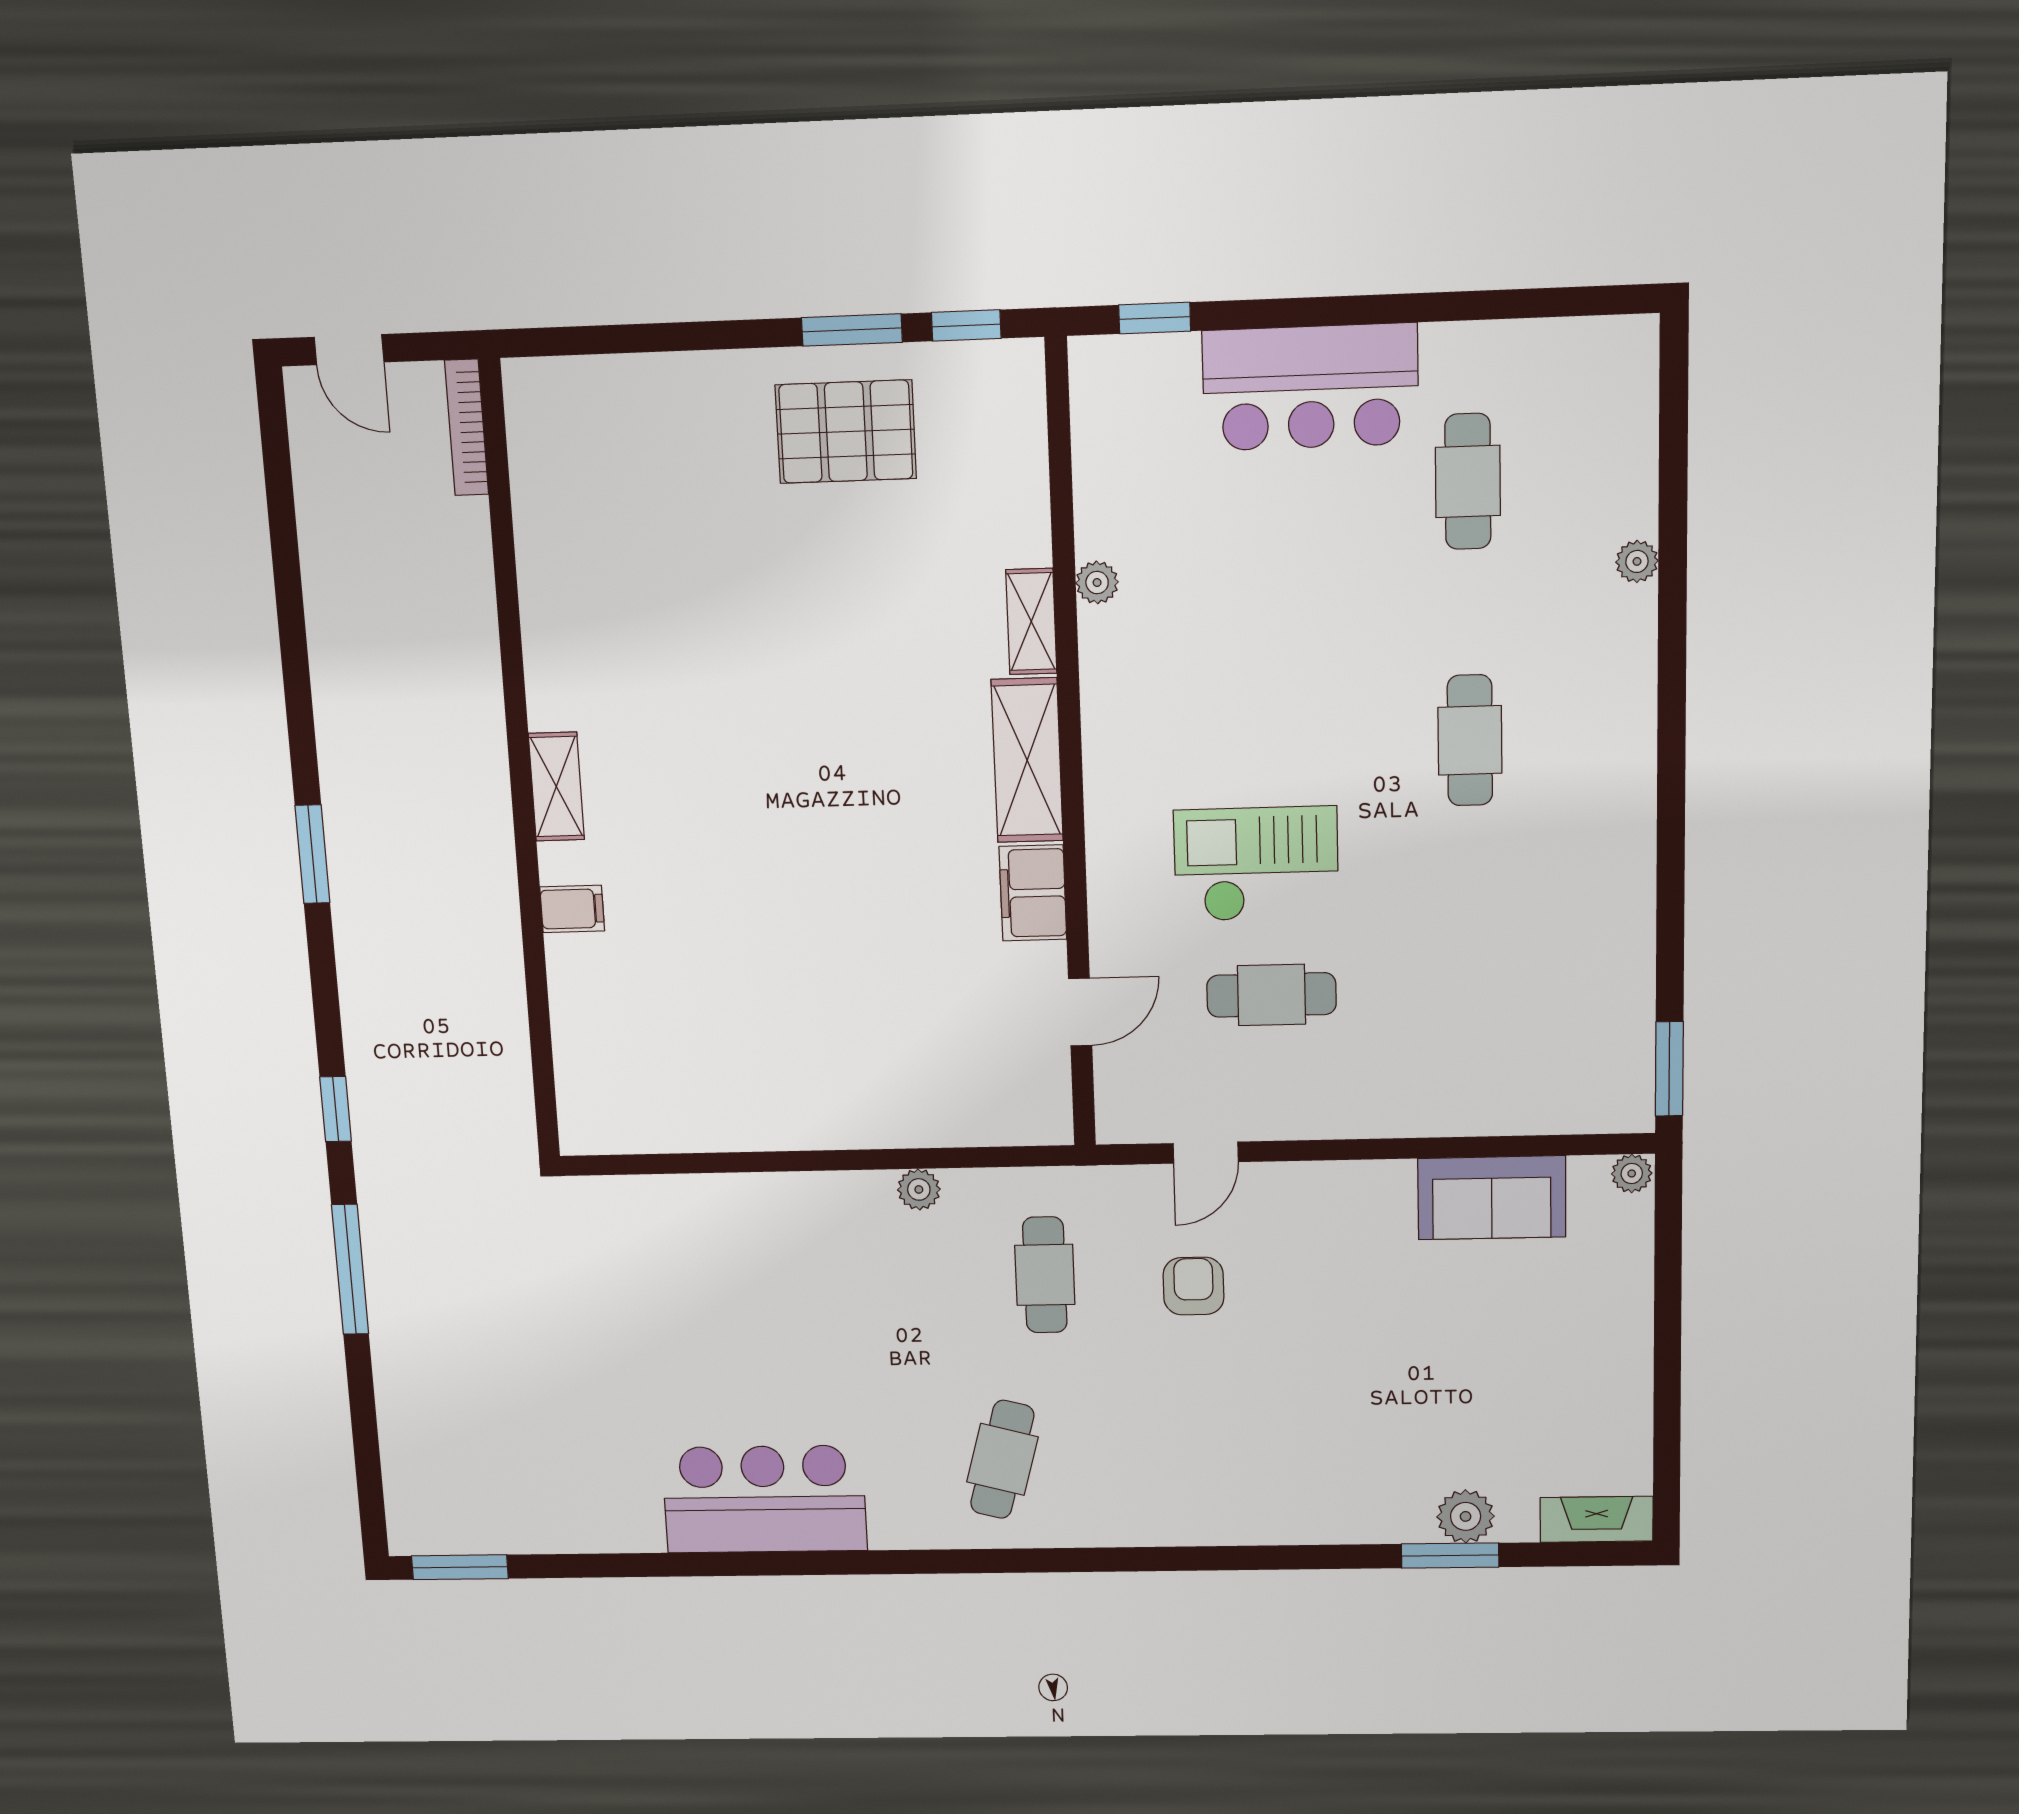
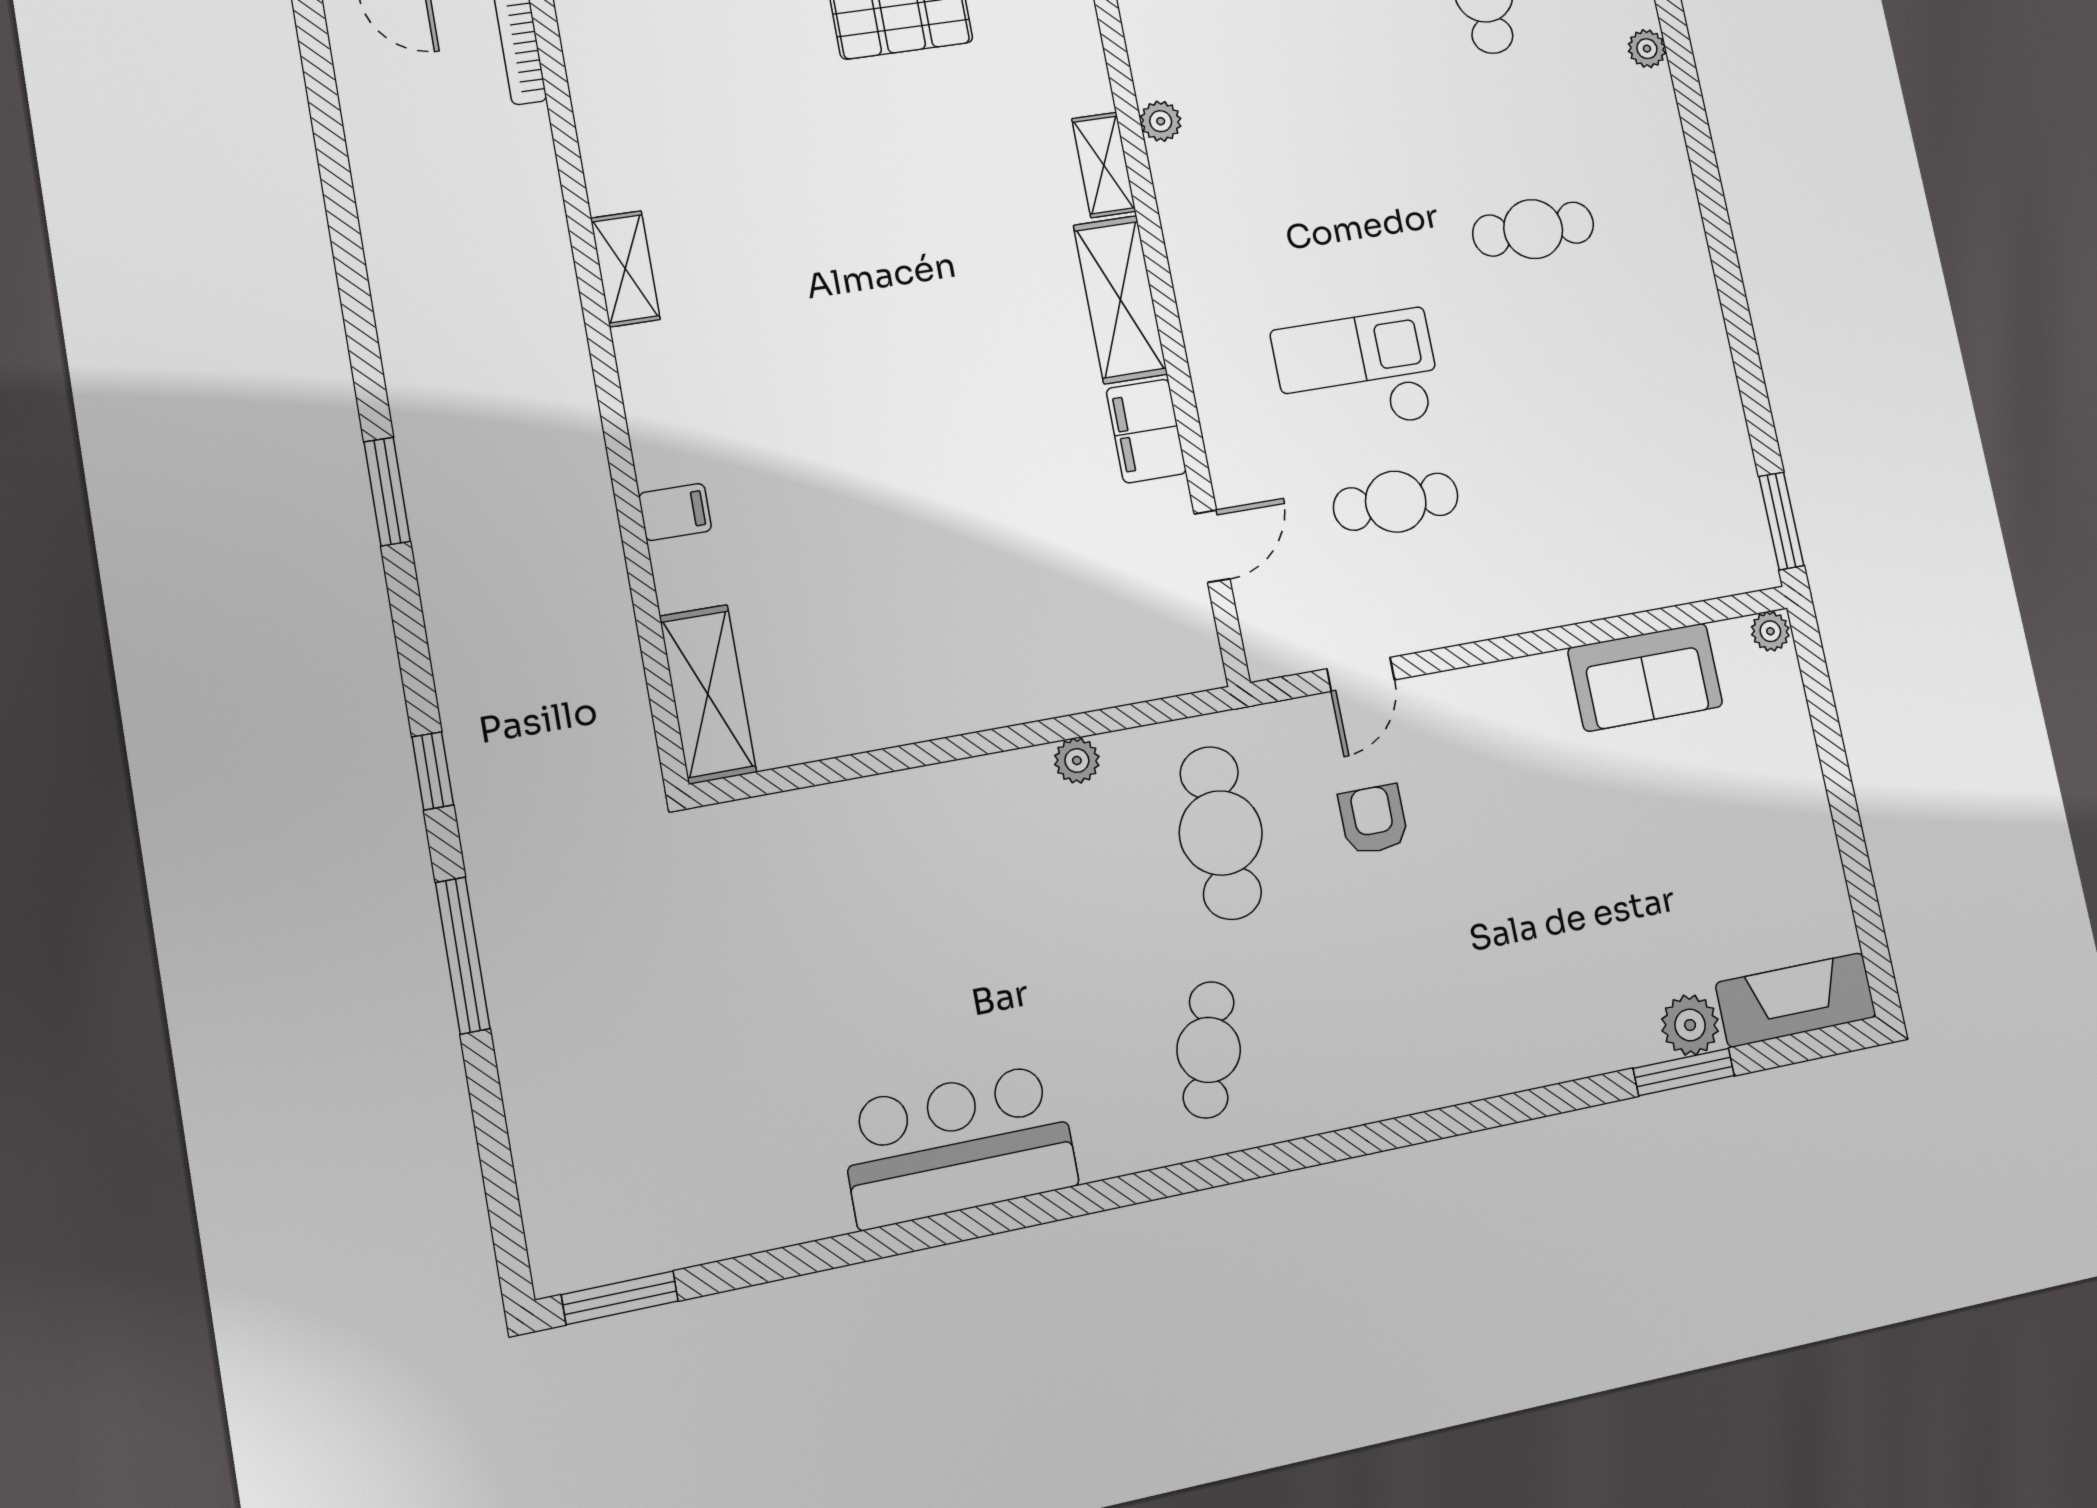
cafe table: (1470, 740) -> (1533, 229), turned 90
shelving: (556, 787) -> (625, 269), moved
shelving: (585, 1079) -> (708, 694), added
cafe table: (1045, 1275) -> (1221, 833), width x1.37, depth x1.35
fireplace: (1597, 1519) -> (1796, 1000), width x1.37, depth x1.32

